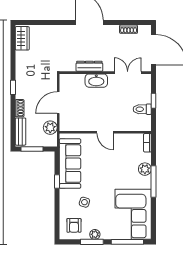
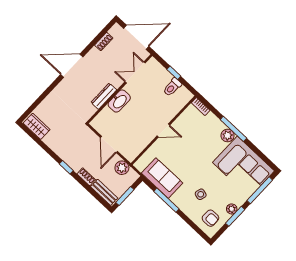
sofa: (70, 164) -> (162, 178), width x0.73
plant: (145, 169) -> (228, 136), moved
window: (57, 181) -> (166, 200), width x2.17

